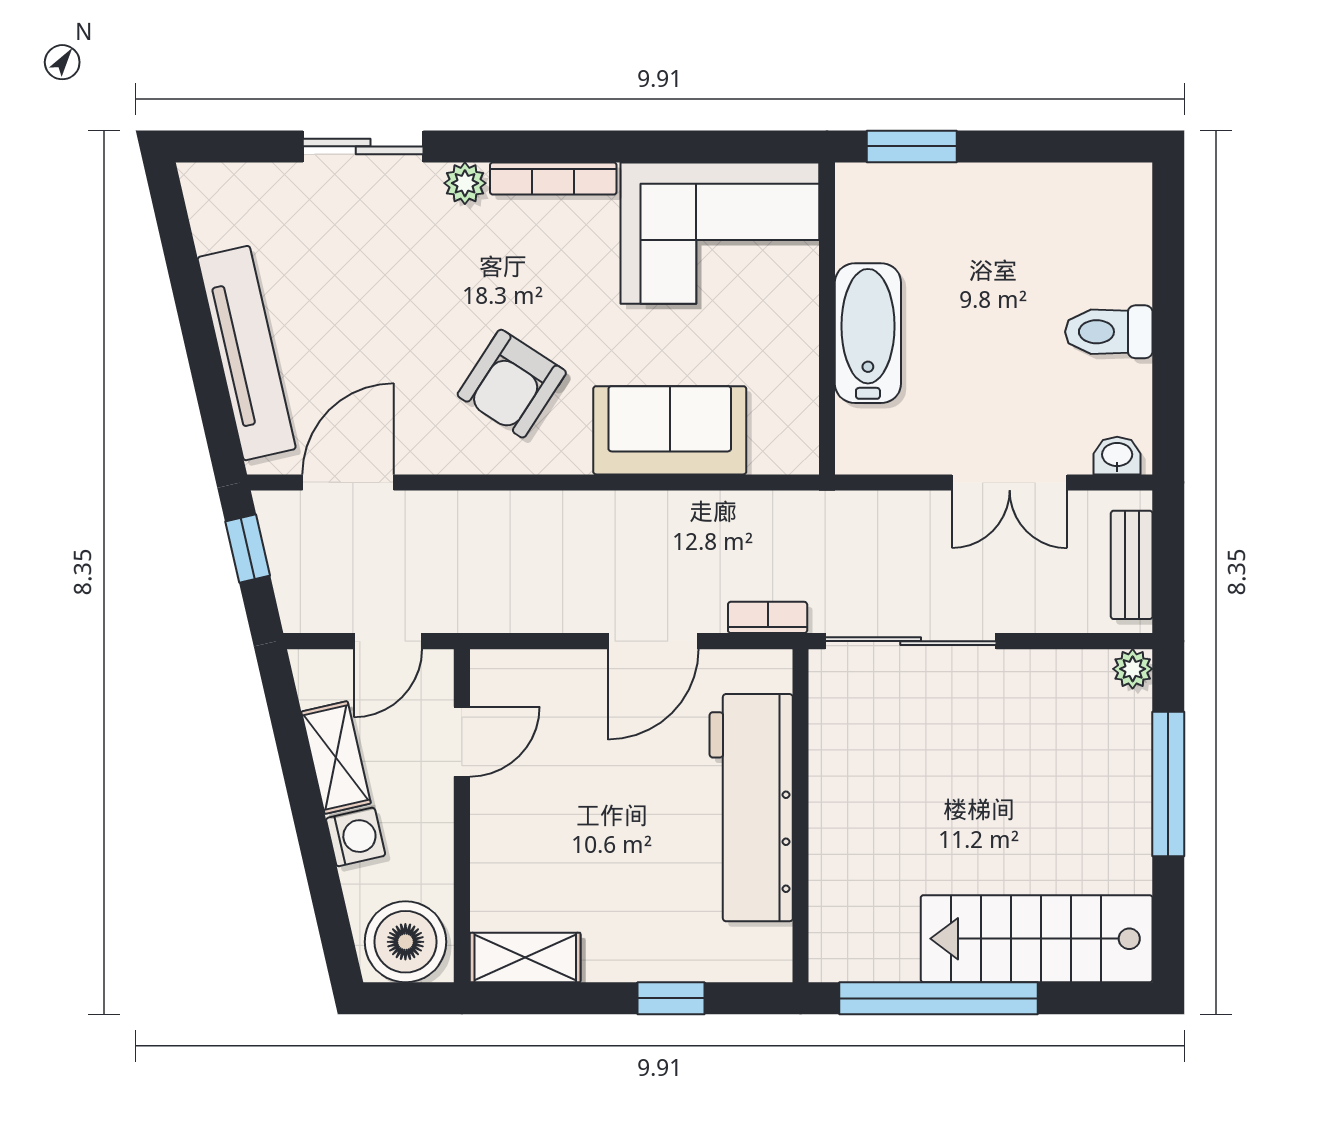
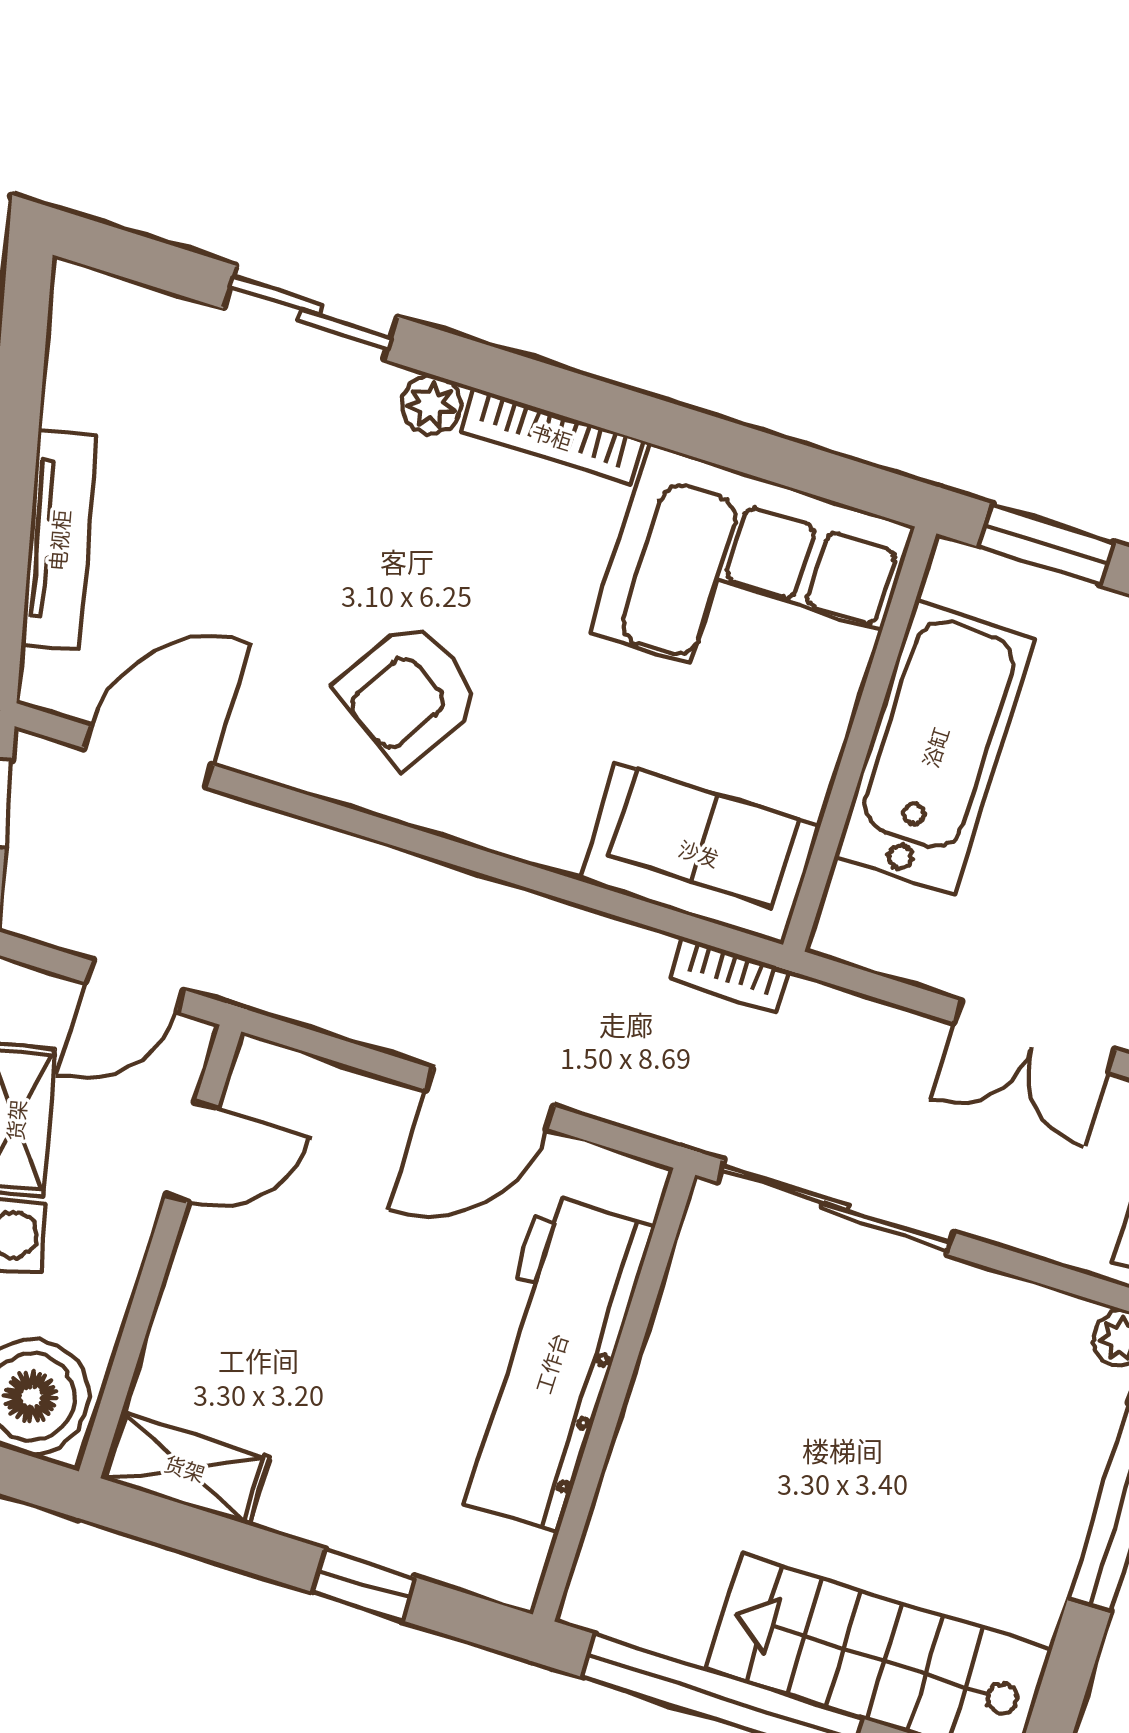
bathtub: (868, 333) -> (935, 747), width x1.36, depth x1.36
tv unit: (247, 353) -> (59, 540), width x0.73, depth x0.78
sofa: (670, 430) -> (699, 853), moved
bookcase: (768, 617) -> (730, 975), moved, turned 180

